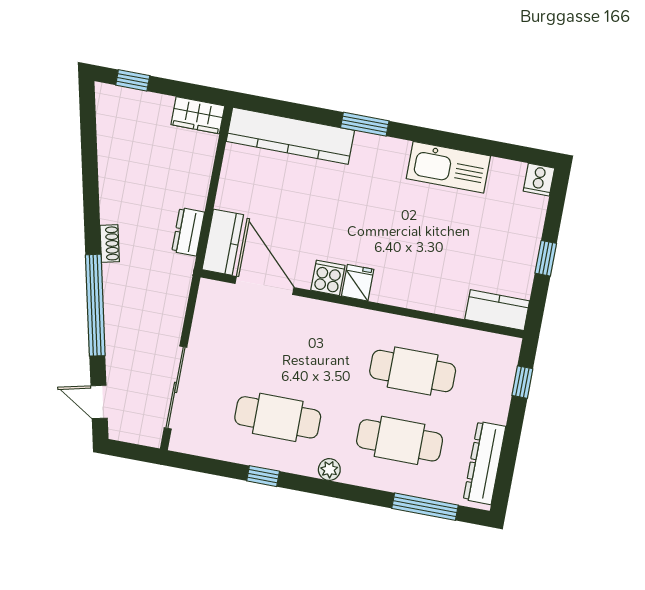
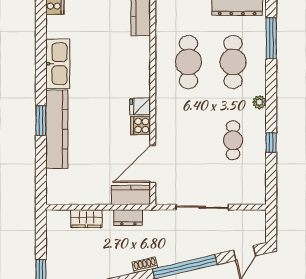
wardrobe: (198, 115) -> (86, 219), moved, turned 90
kitchen counter: (290, 136) -> (57, 129), moved
sliding door: (176, 387) -> (202, 207), moved
cafe table: (278, 417) -> (233, 140), width x0.73, depth x0.74

